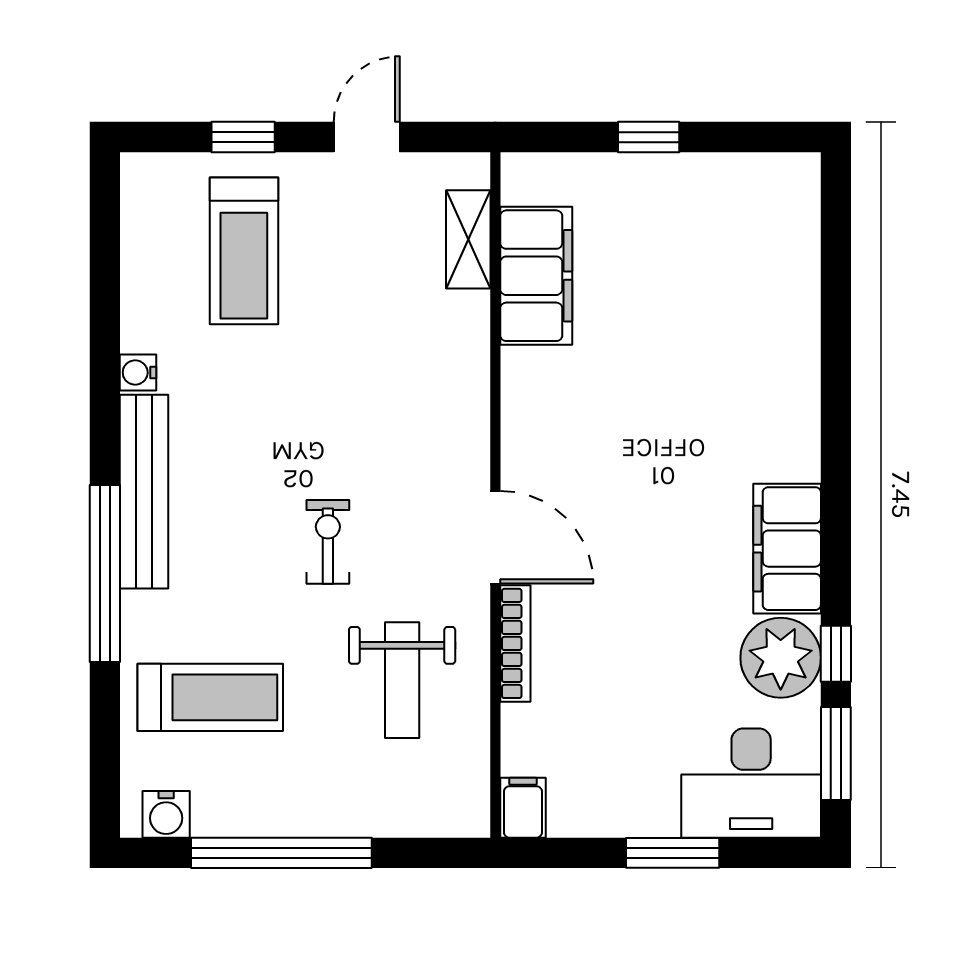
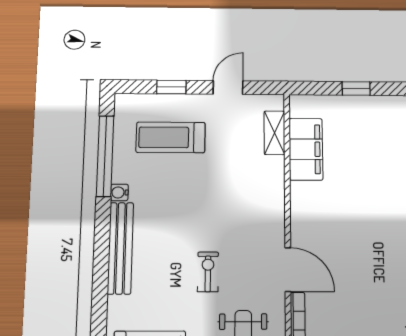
treadmill: (244, 251) -> (171, 137), turned 90
window: (105, 573) -> (105, 156), moved

